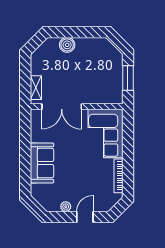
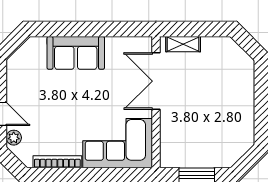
boiler: (67, 45) -> (244, 89), removed
plant: (66, 207) -> (14, 138), moved

